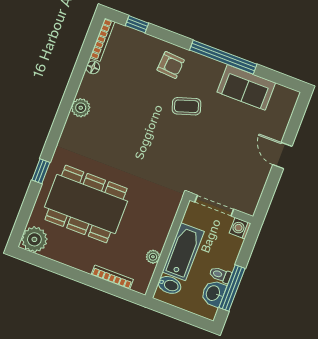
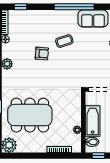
armchair: (171, 65) -> (42, 54), moved
window: (171, 311) -> (99, 156), added

